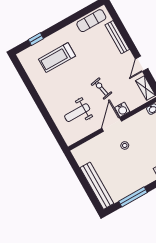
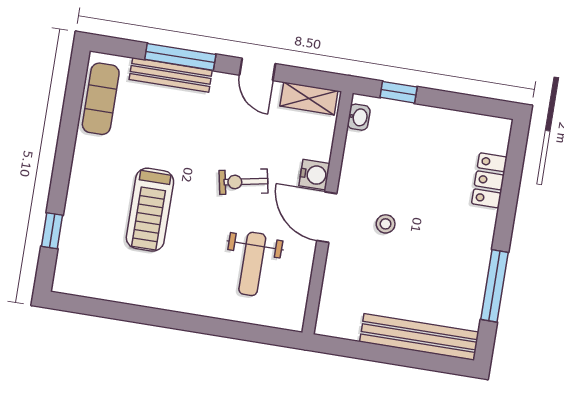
window: (126, 36) -> (180, 57), added
treadmill: (57, 58) -> (150, 210), moved

